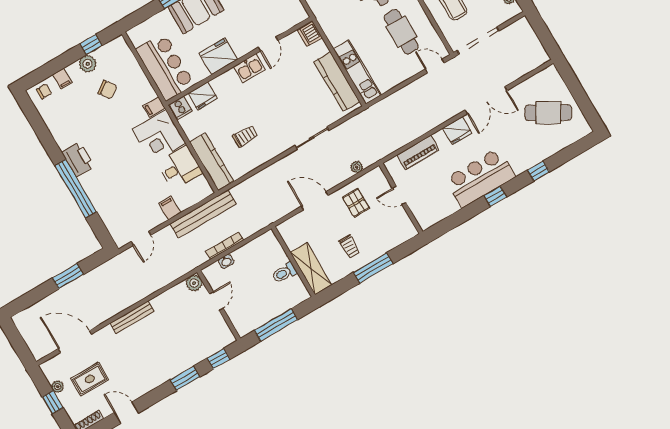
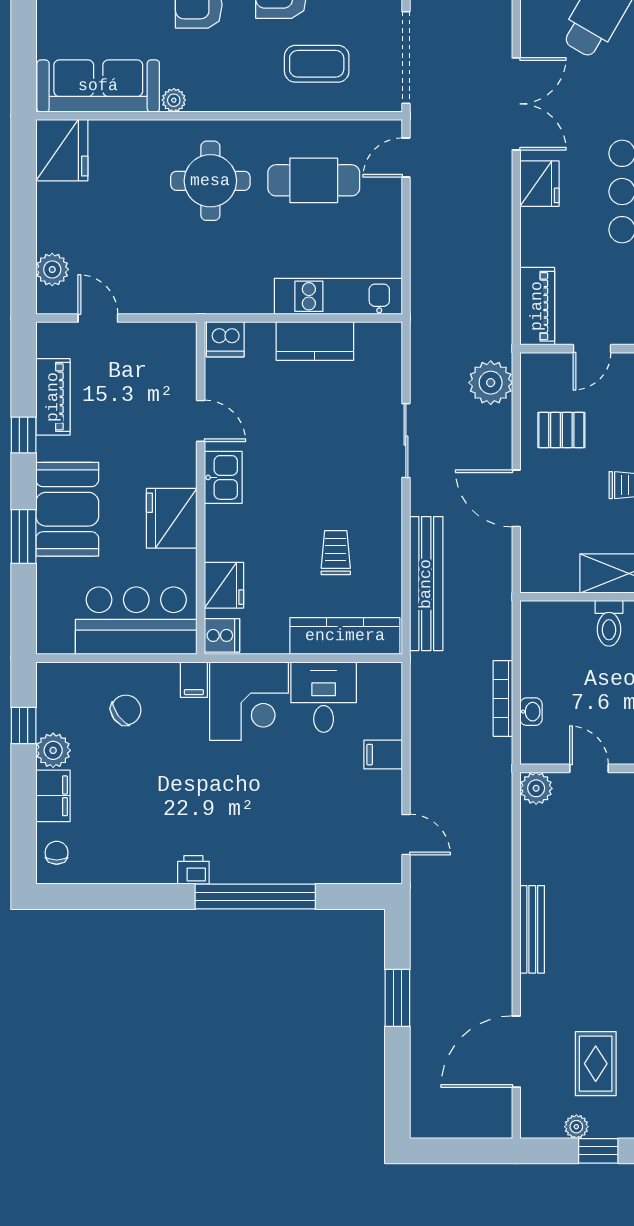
filing cabinet: (62, 79) -> (53, 796), width x2.00
kitchen counter: (337, 82) -> (315, 341), width x0.67
chair: (107, 89) -> (126, 710), moved
piano: (418, 152) -> (537, 306), moved
printer: (78, 159) -> (193, 870), width x0.53, depth x0.68
plant: (357, 167) -> (491, 383), width x1.88, depth x1.88
door: (315, 201) -> (516, 498), hinge flipped
bench: (203, 214) -> (426, 584), moved

